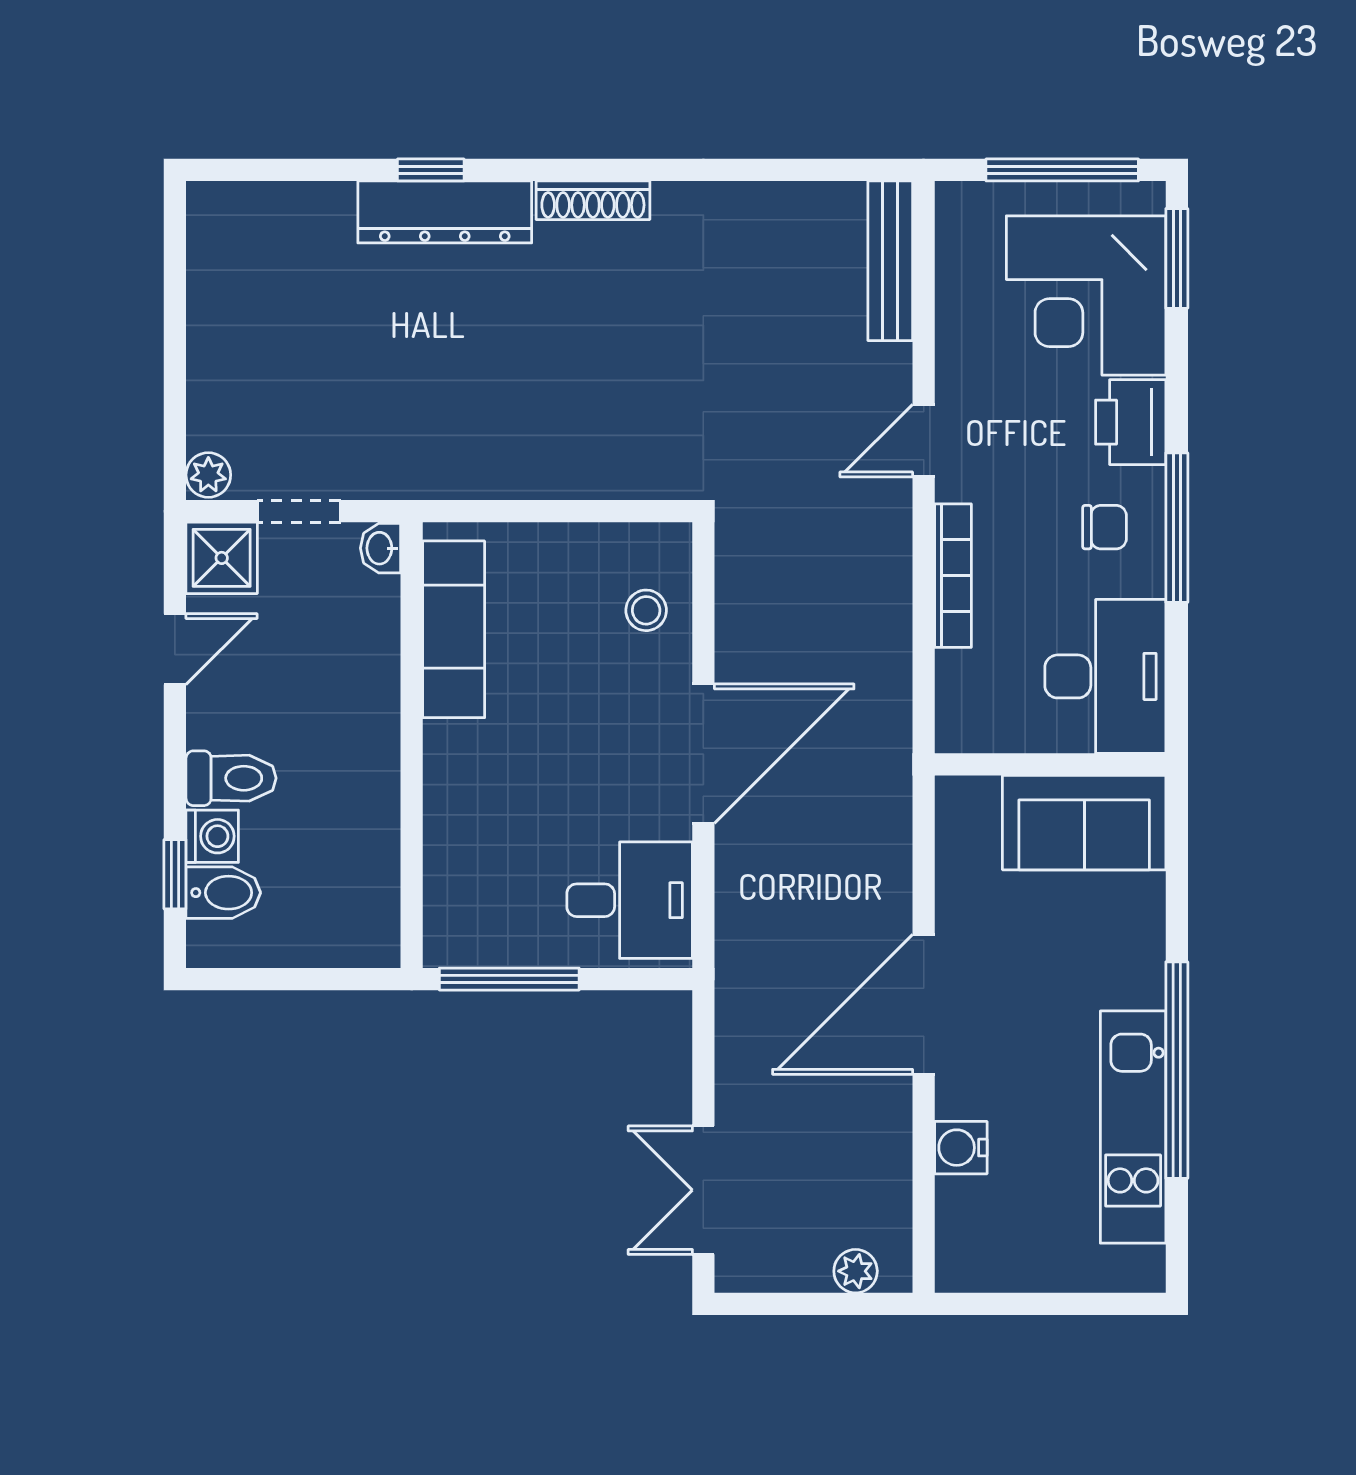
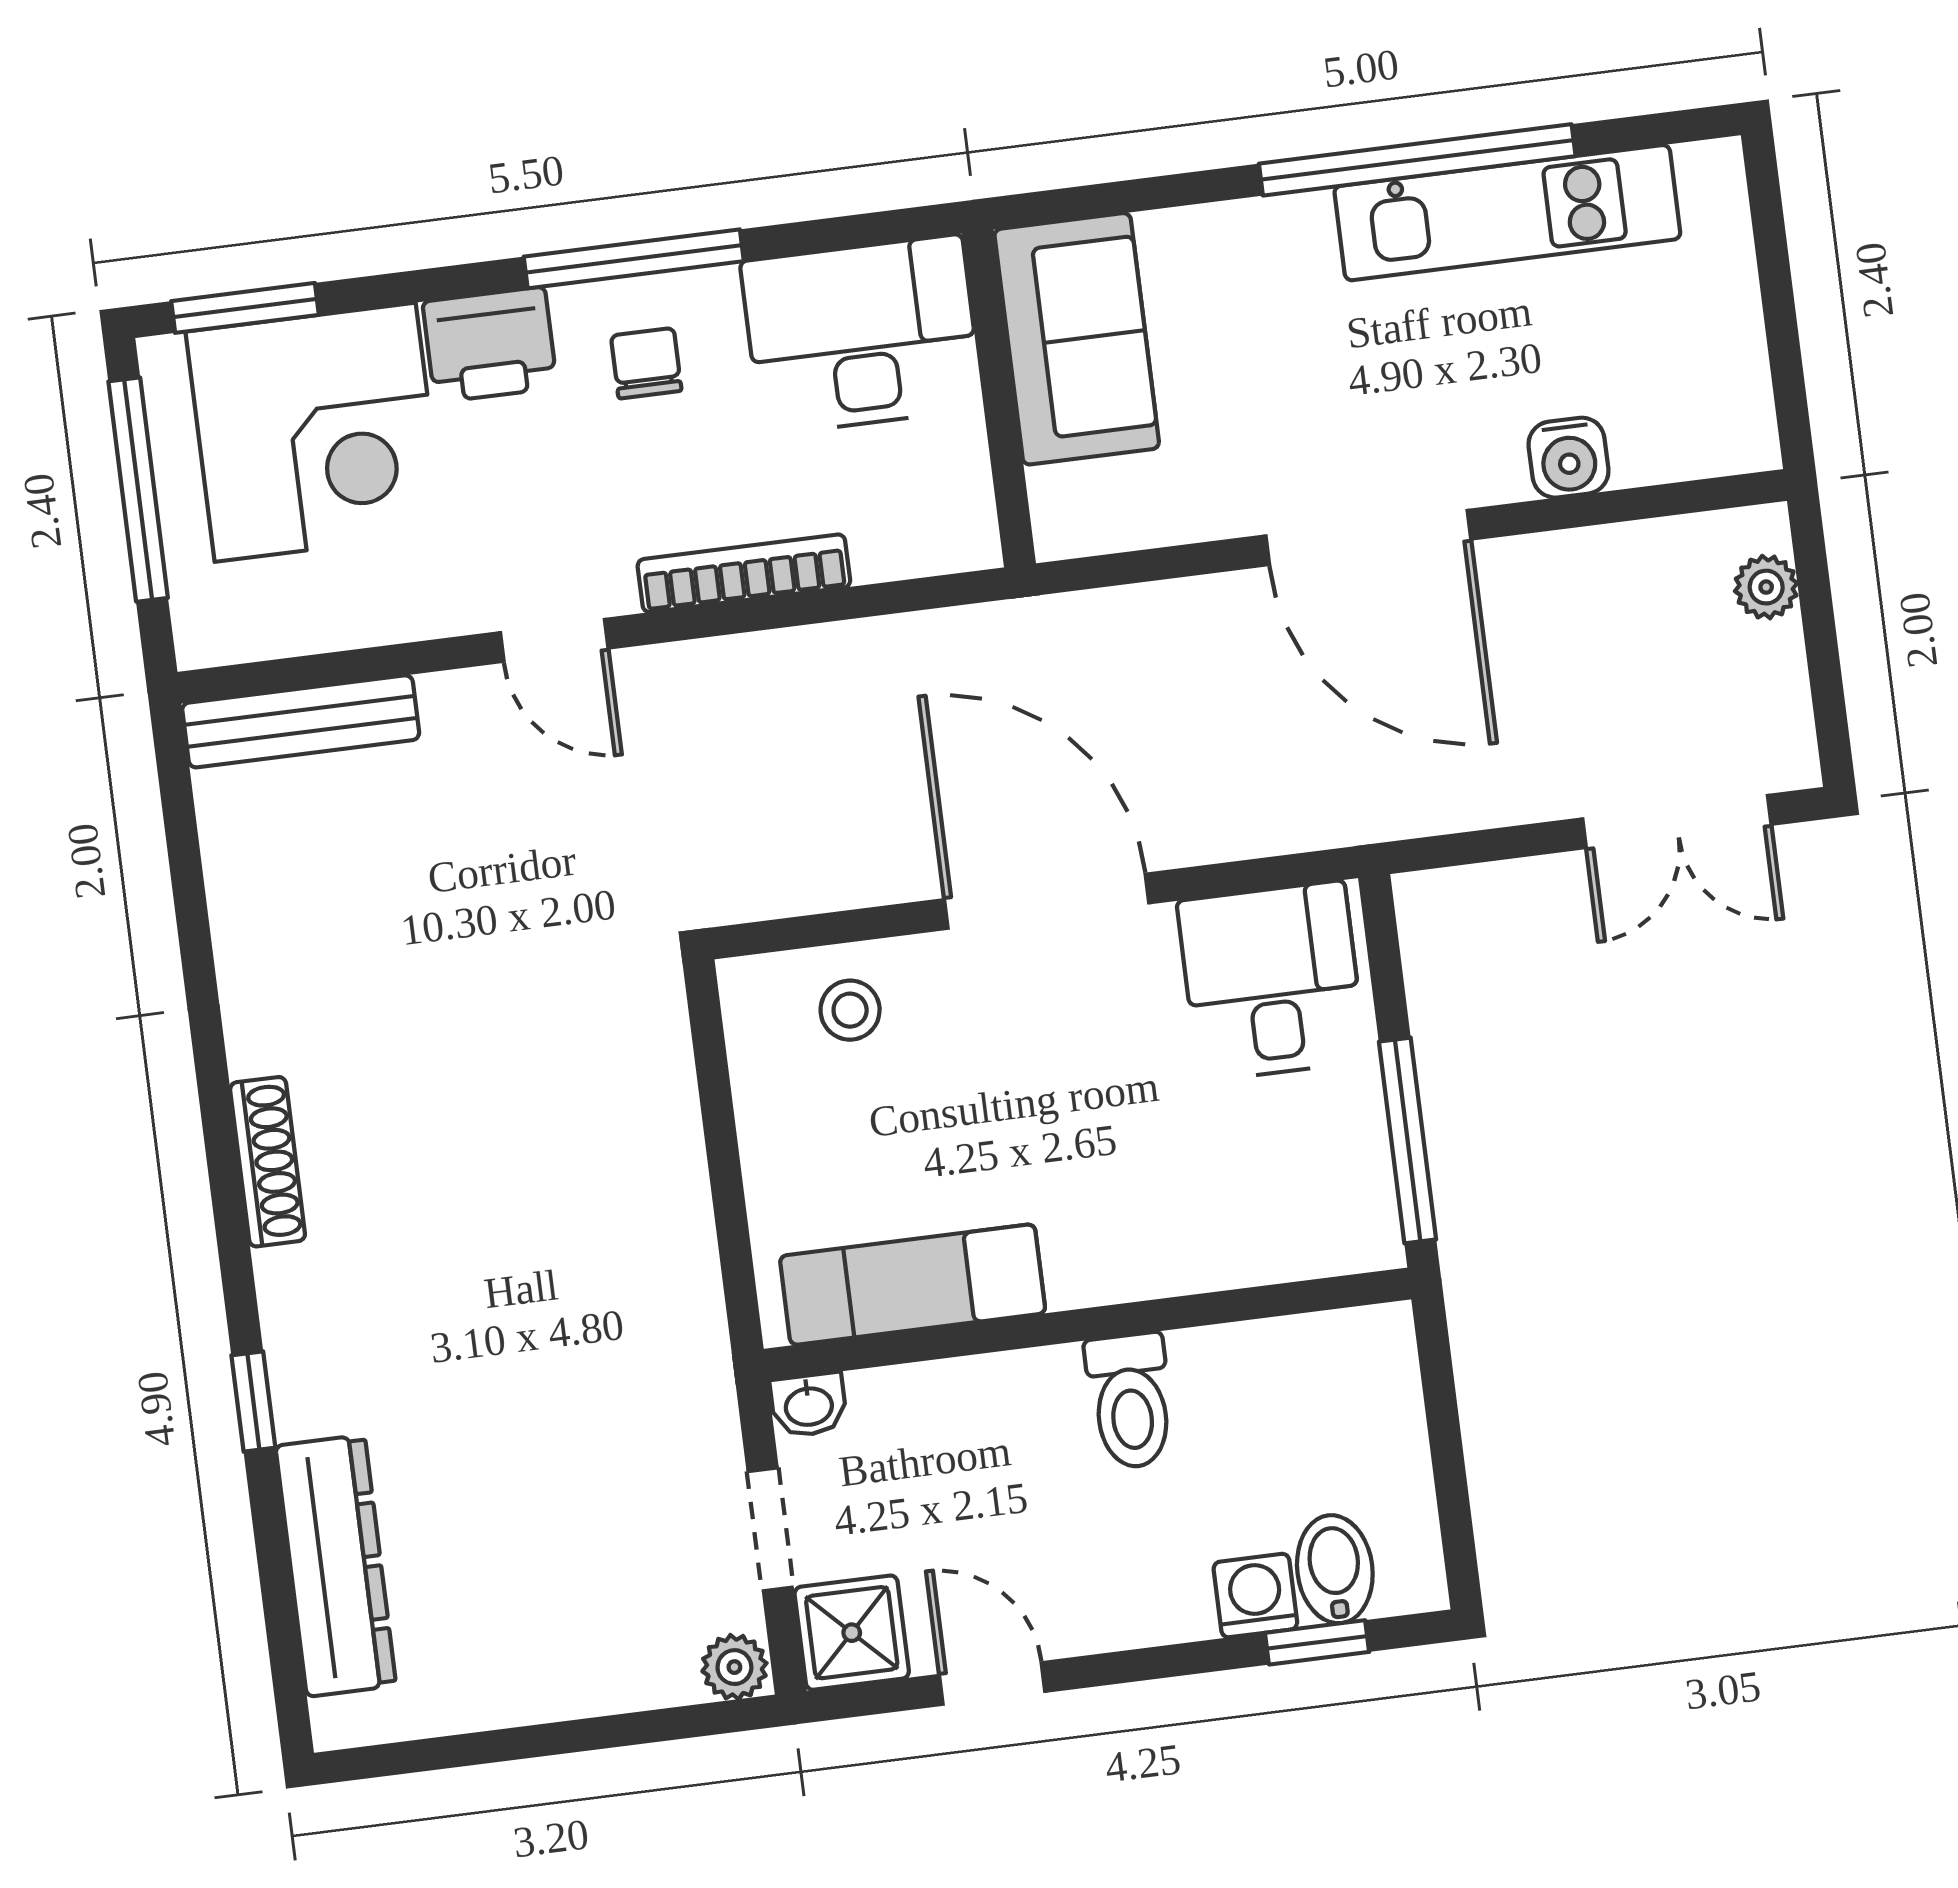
dresser: (445, 212) -> (336, 1566), moved
toilet: (231, 778) -> (1130, 1401), moved, turned 180

